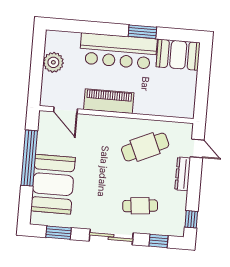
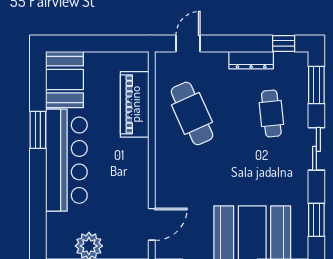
piano: (109, 101) -> (135, 104), moved
dresser: (183, 174) -> (251, 60), moved
sliding door: (111, 237) -> (316, 149), width x0.73
window: (158, 241) -> (316, 85), width x1.50

